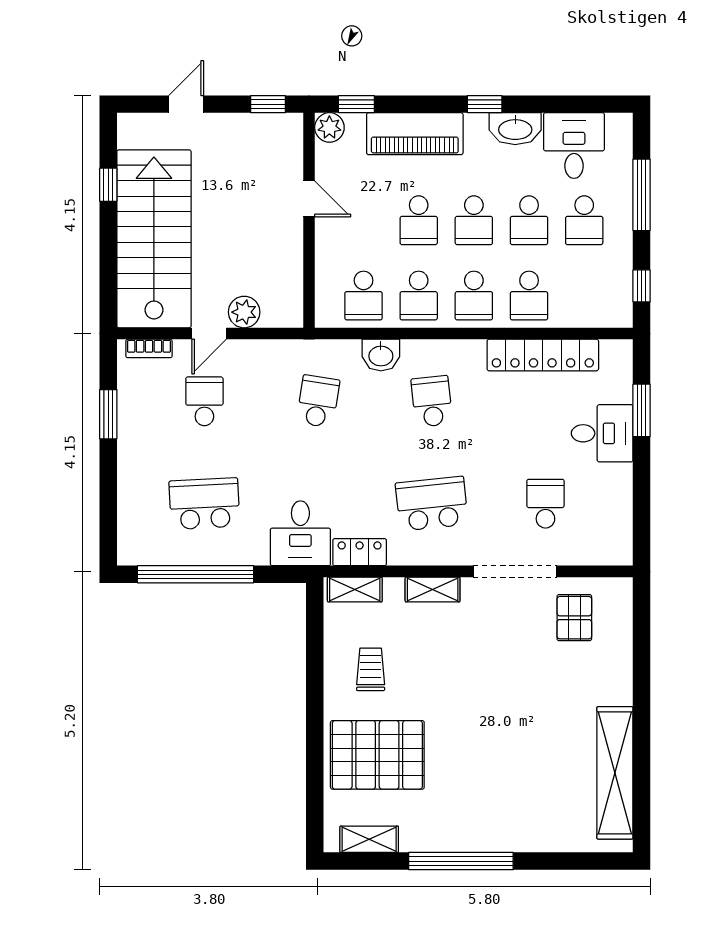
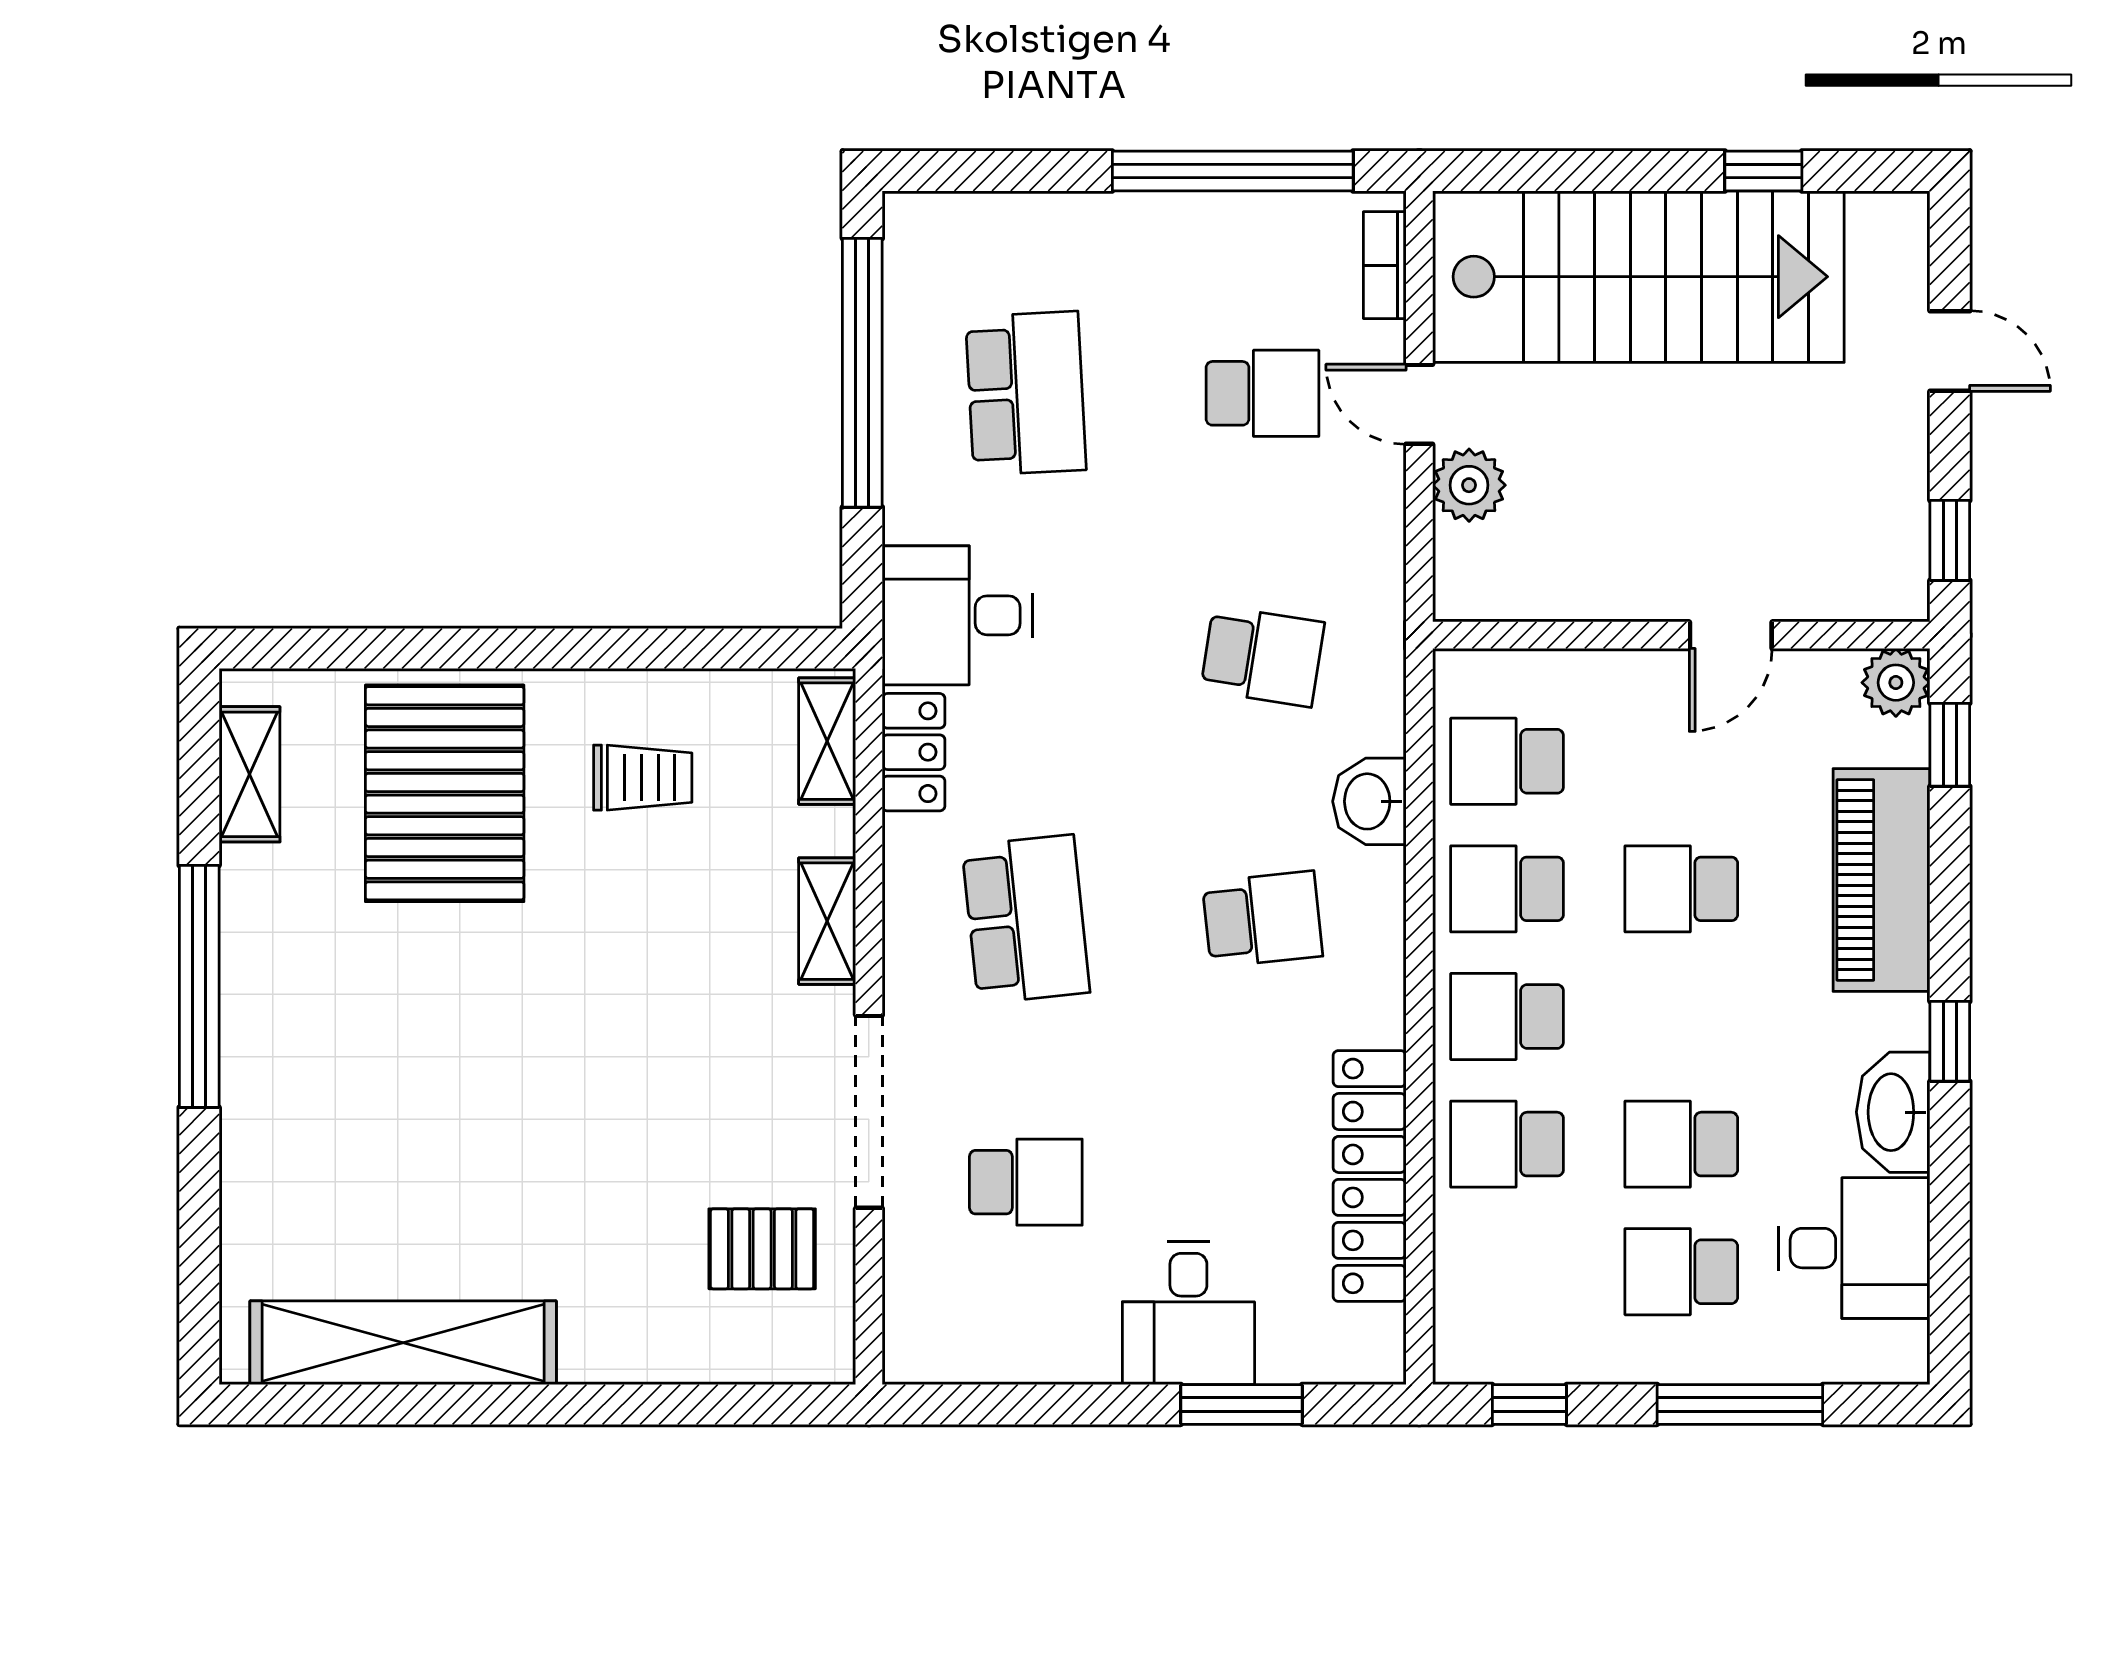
school desk: (474, 220) -> (1681, 1016), removed
window: (108, 414) -> (1233, 171), width x2.11

